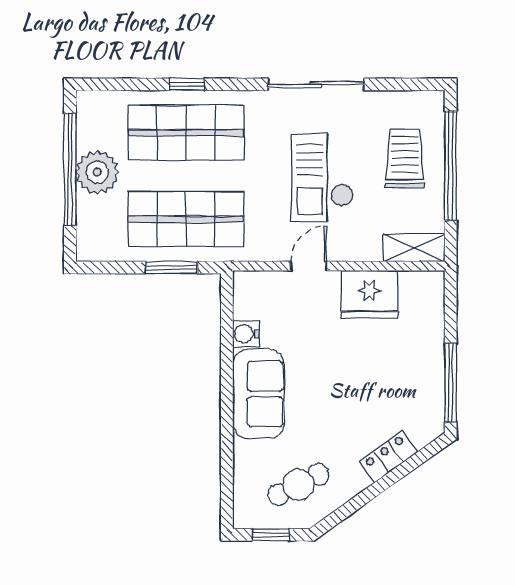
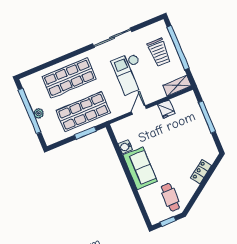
window: (187, 84) -> (62, 59), removed
trolley: (405, 159) -> (159, 52), turned 180
plant: (97, 172) -> (39, 113), width x0.53, depth x0.53
fridge: (369, 294) -> (166, 109), width x0.53, depth x0.75
window: (451, 383) -> (207, 117), moved
cafe table: (298, 485) -> (170, 197), turned -63

